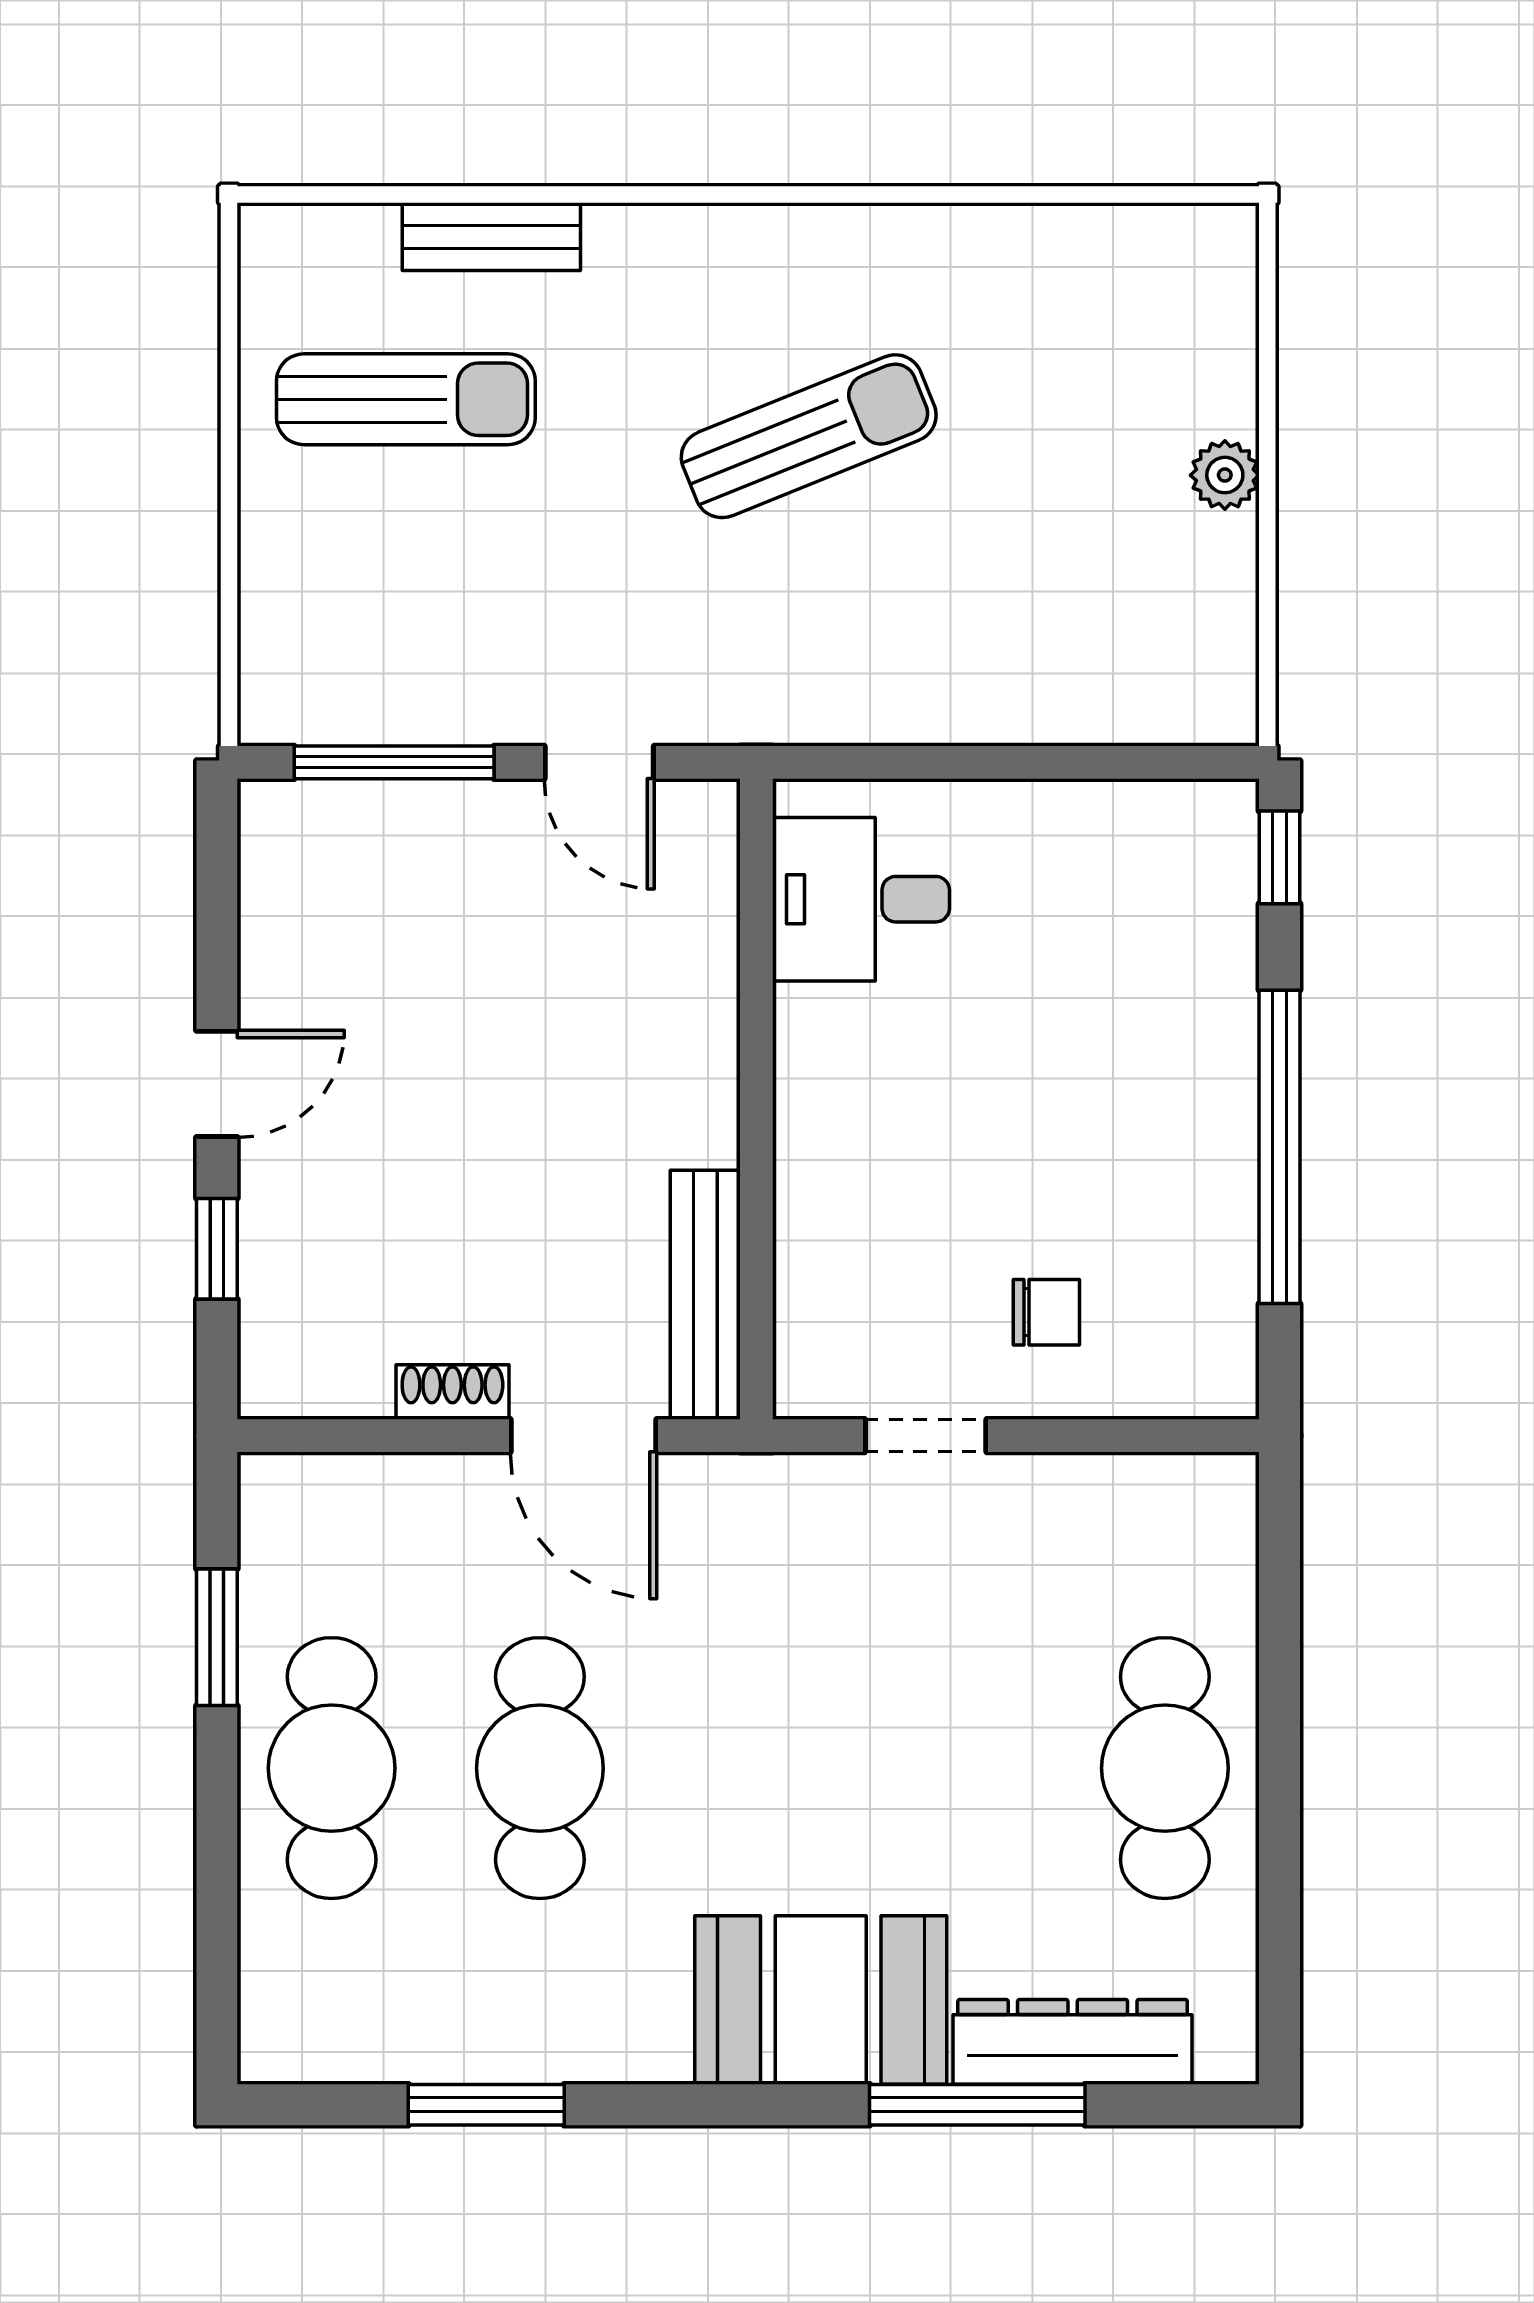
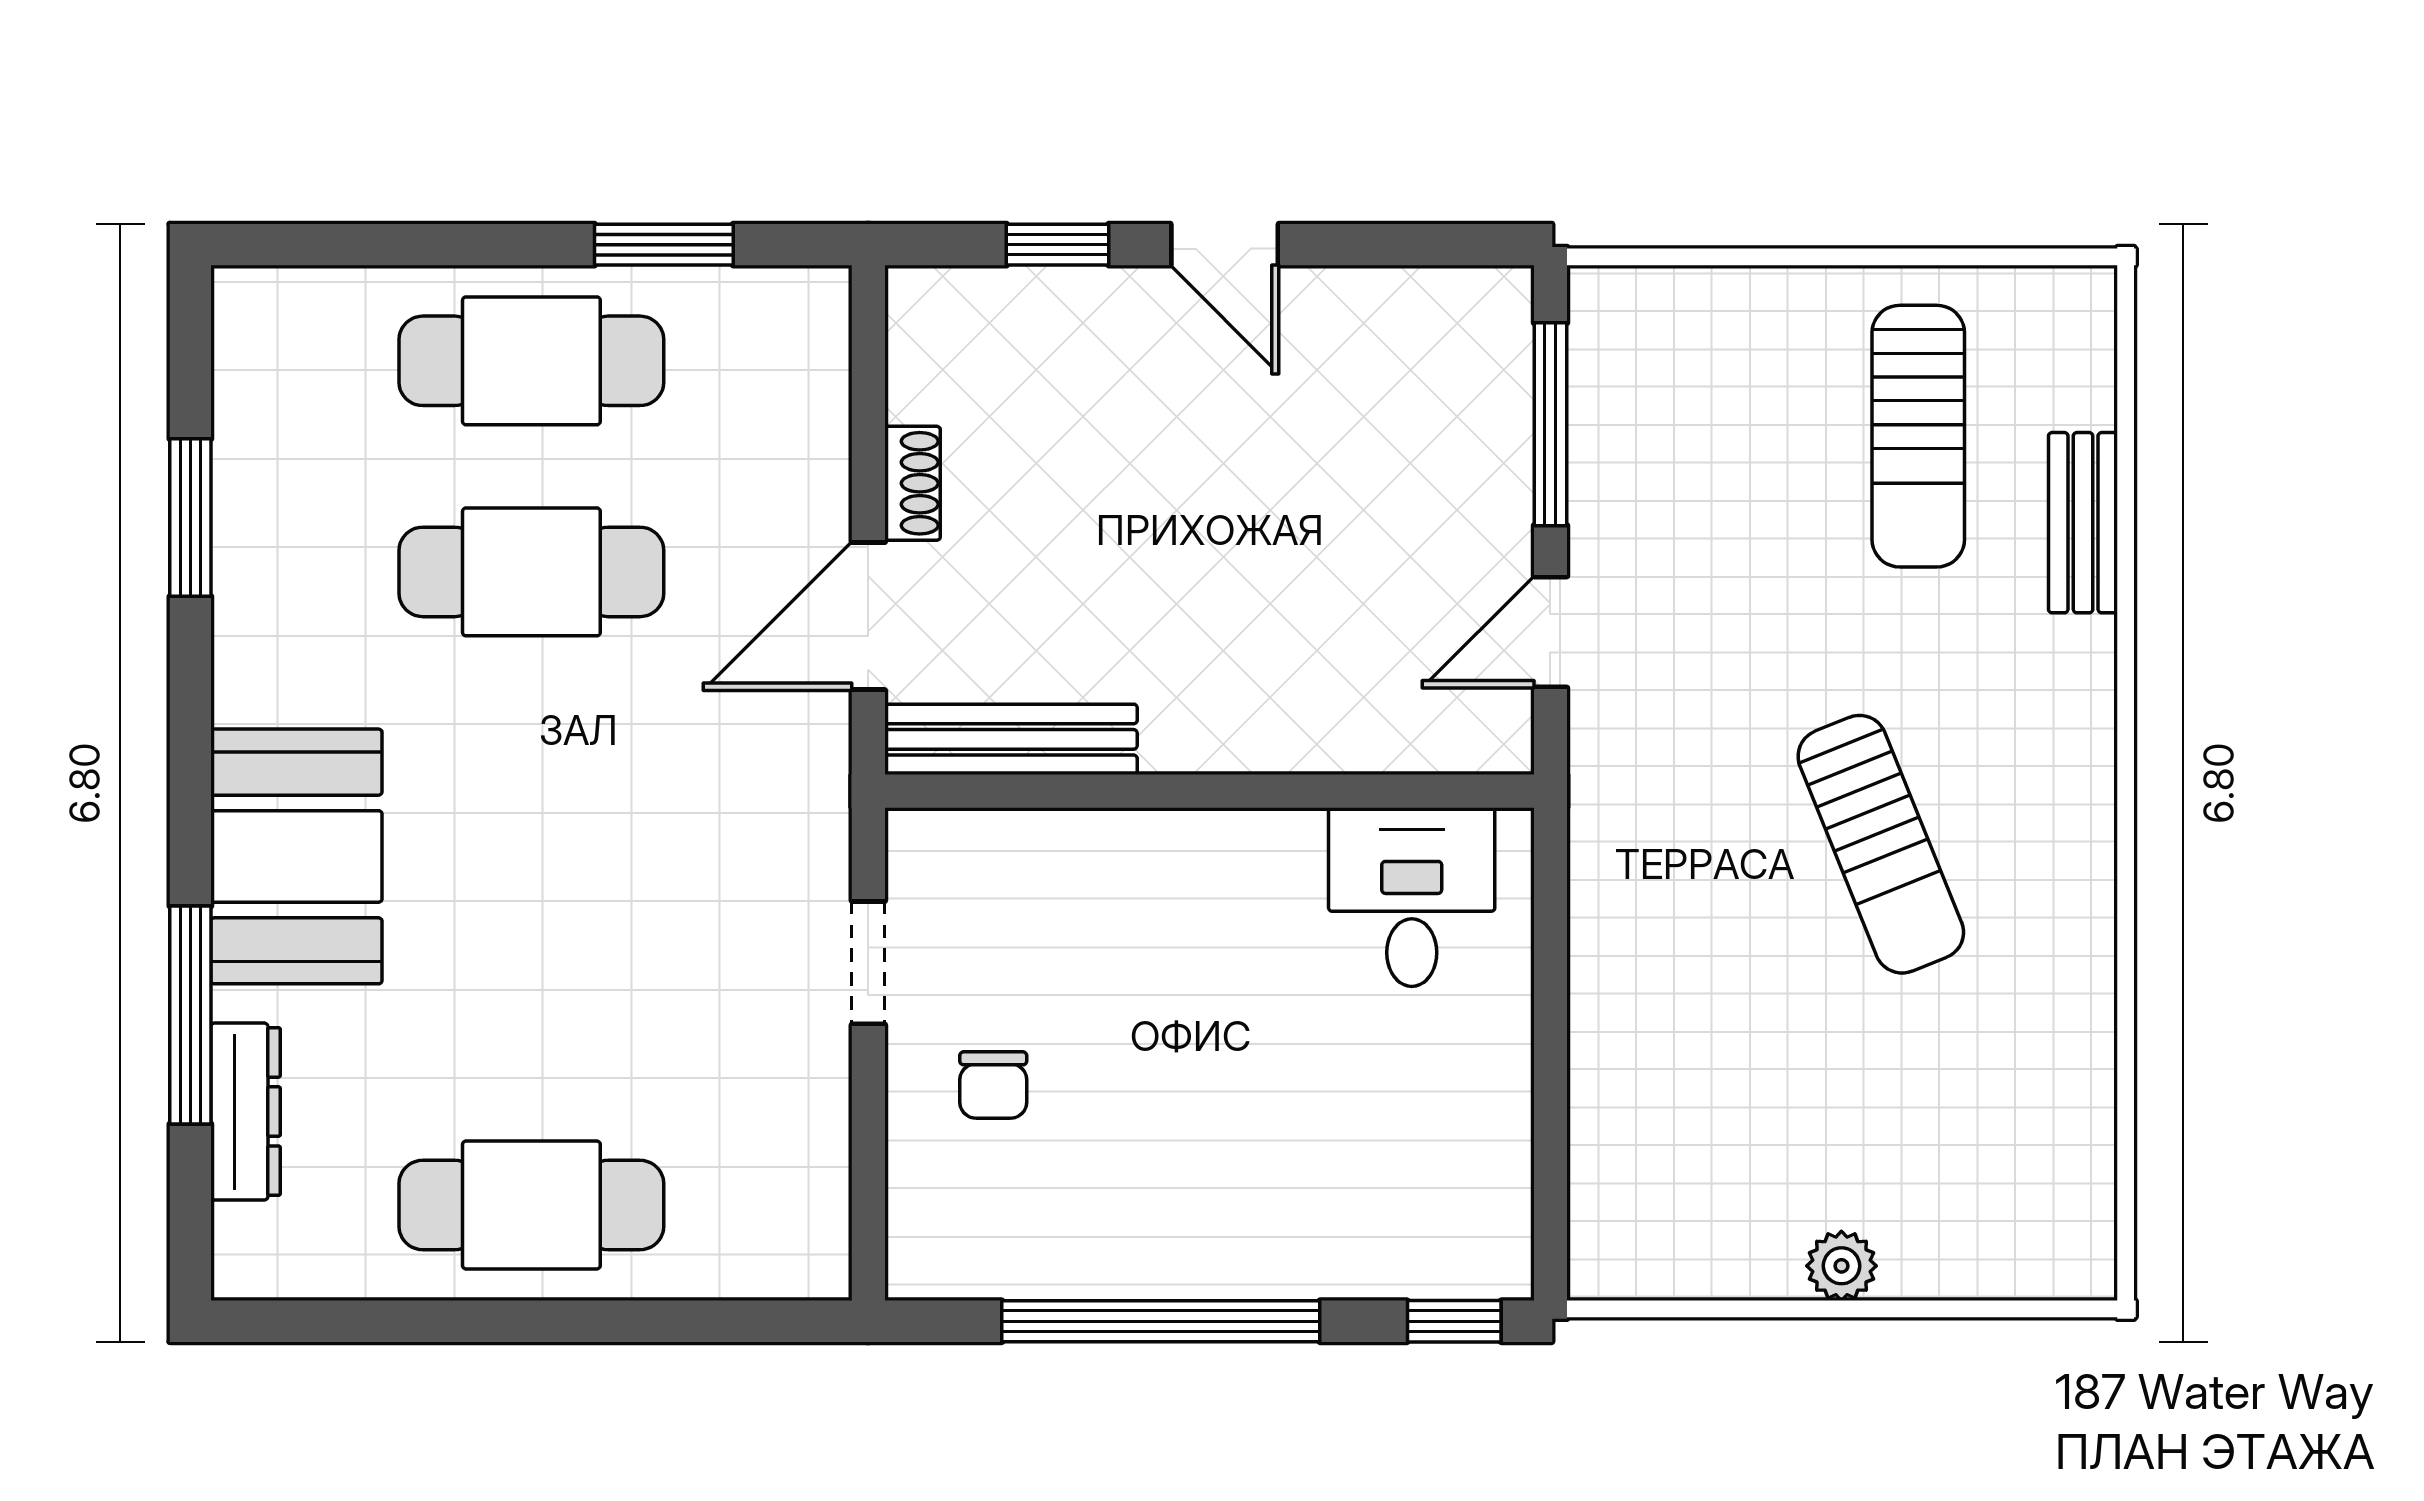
dresser: (1073, 2042) -> (246, 1112), width x0.73, depth x0.80

